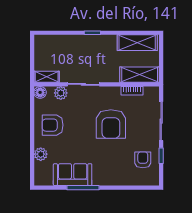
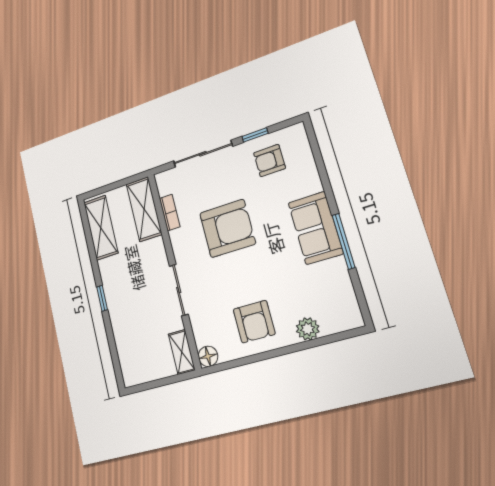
plant: (61, 93) -> (201, 322), removed
sofa: (73, 175) -> (316, 228), moved

